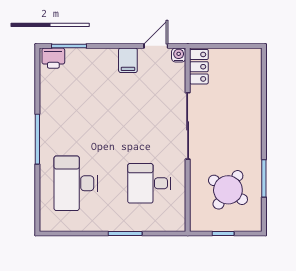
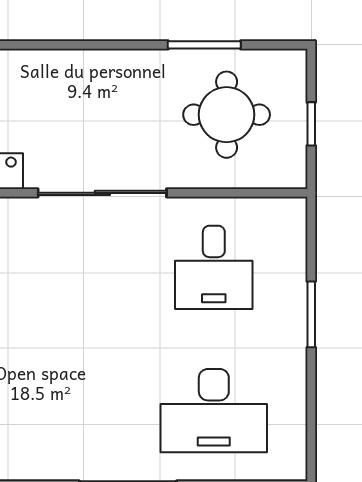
round table: (228, 190) -> (227, 115), turned -34

